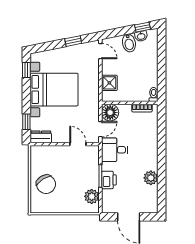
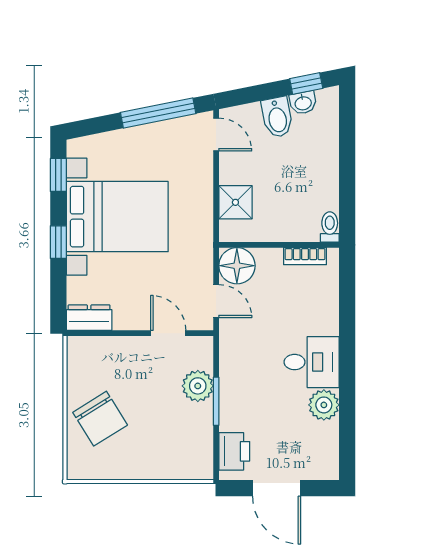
window: (73, 41) -> (158, 113), width x2.17
window: (26, 122) -> (58, 242), moved
door: (100, 129) -> (216, 301), hinge flipped
desk: (114, 150) -> (312, 362), moved, turned 180
printer: (109, 180) -> (234, 451), moved
plant: (92, 196) -> (198, 386), moved

